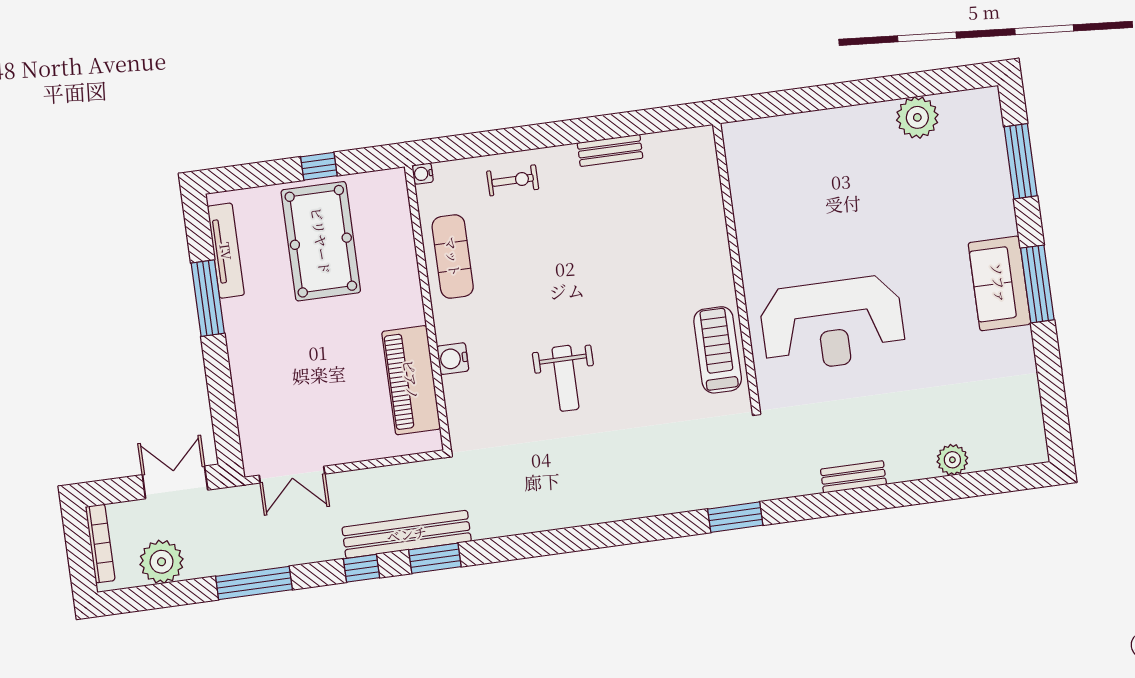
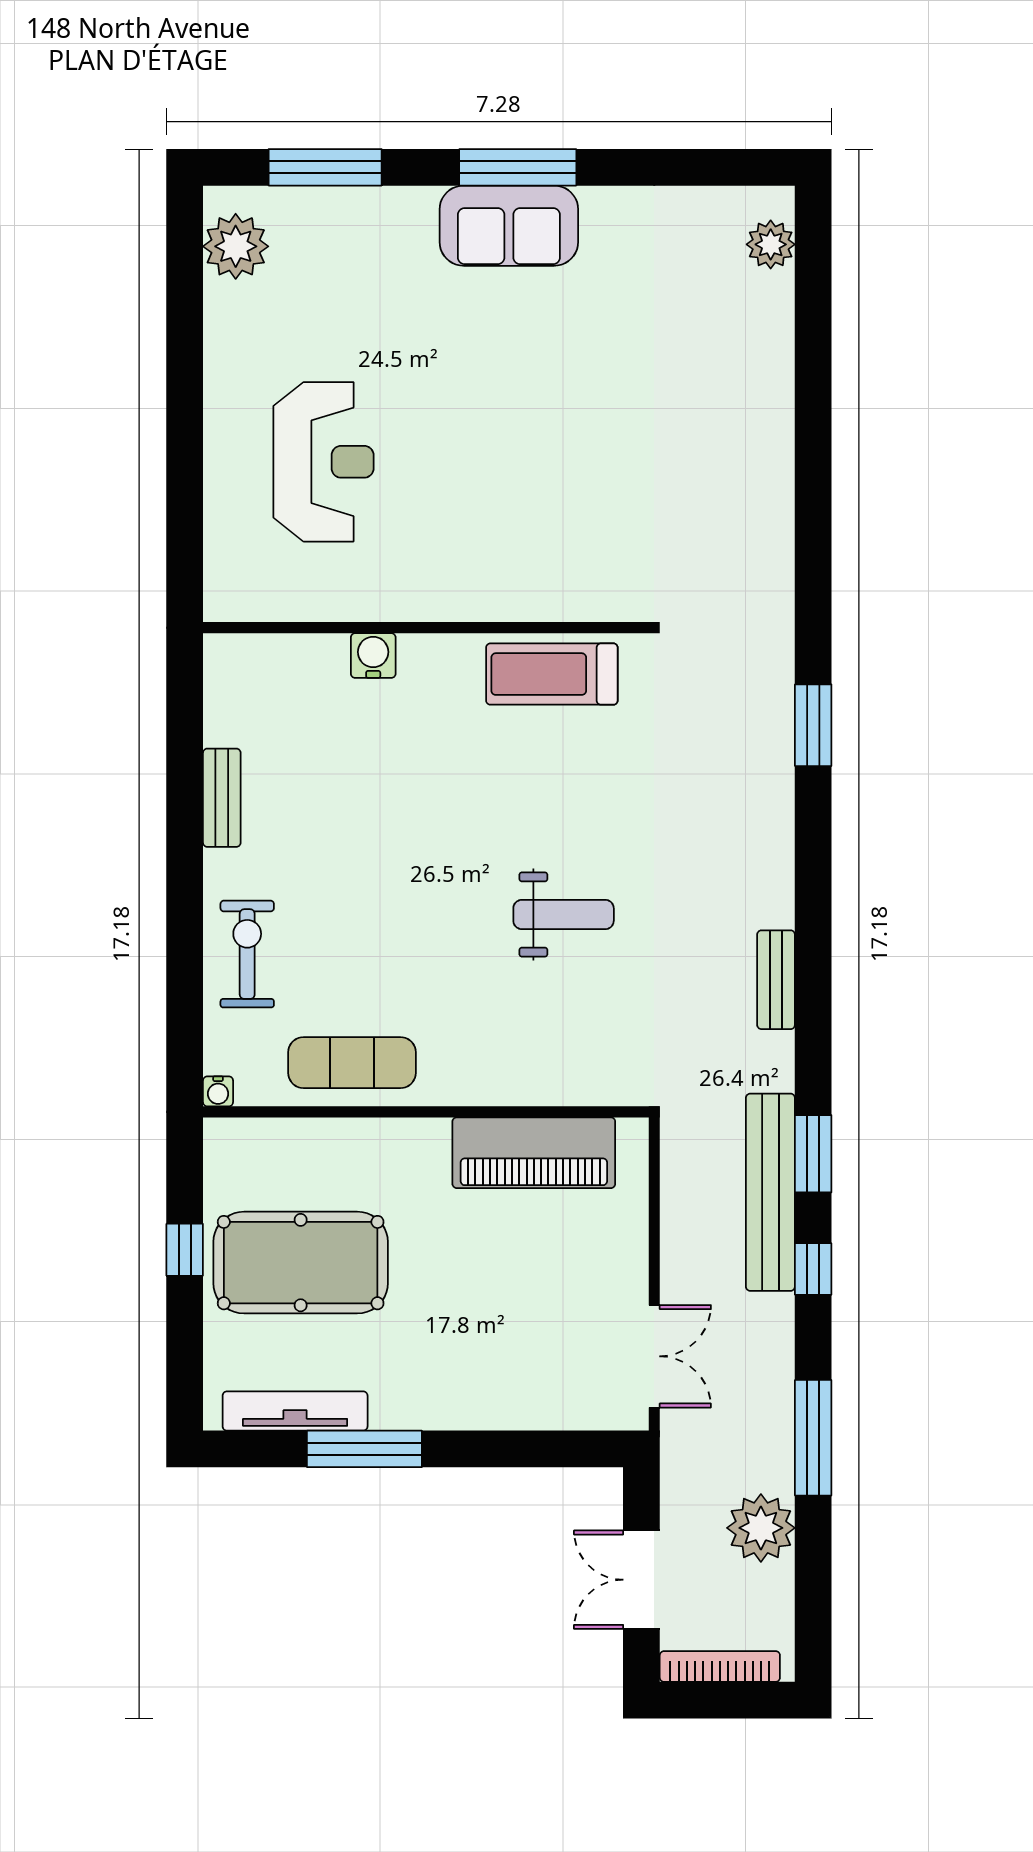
plant: (917, 117) -> (236, 246), moved
exercise bike: (513, 180) -> (247, 954), width x1.38, depth x1.39
reception desk: (832, 324) -> (324, 462), moved, width x0.74, depth x0.77
water cooler: (453, 359) -> (373, 656), moved, turned 180
plant: (952, 460) -> (771, 244), moved
bench: (853, 477) -> (776, 980), moved
double door: (175, 482) -> (641, 1580), moved
window: (735, 517) -> (813, 725), moved
plant: (162, 562) -> (761, 1528), moved

